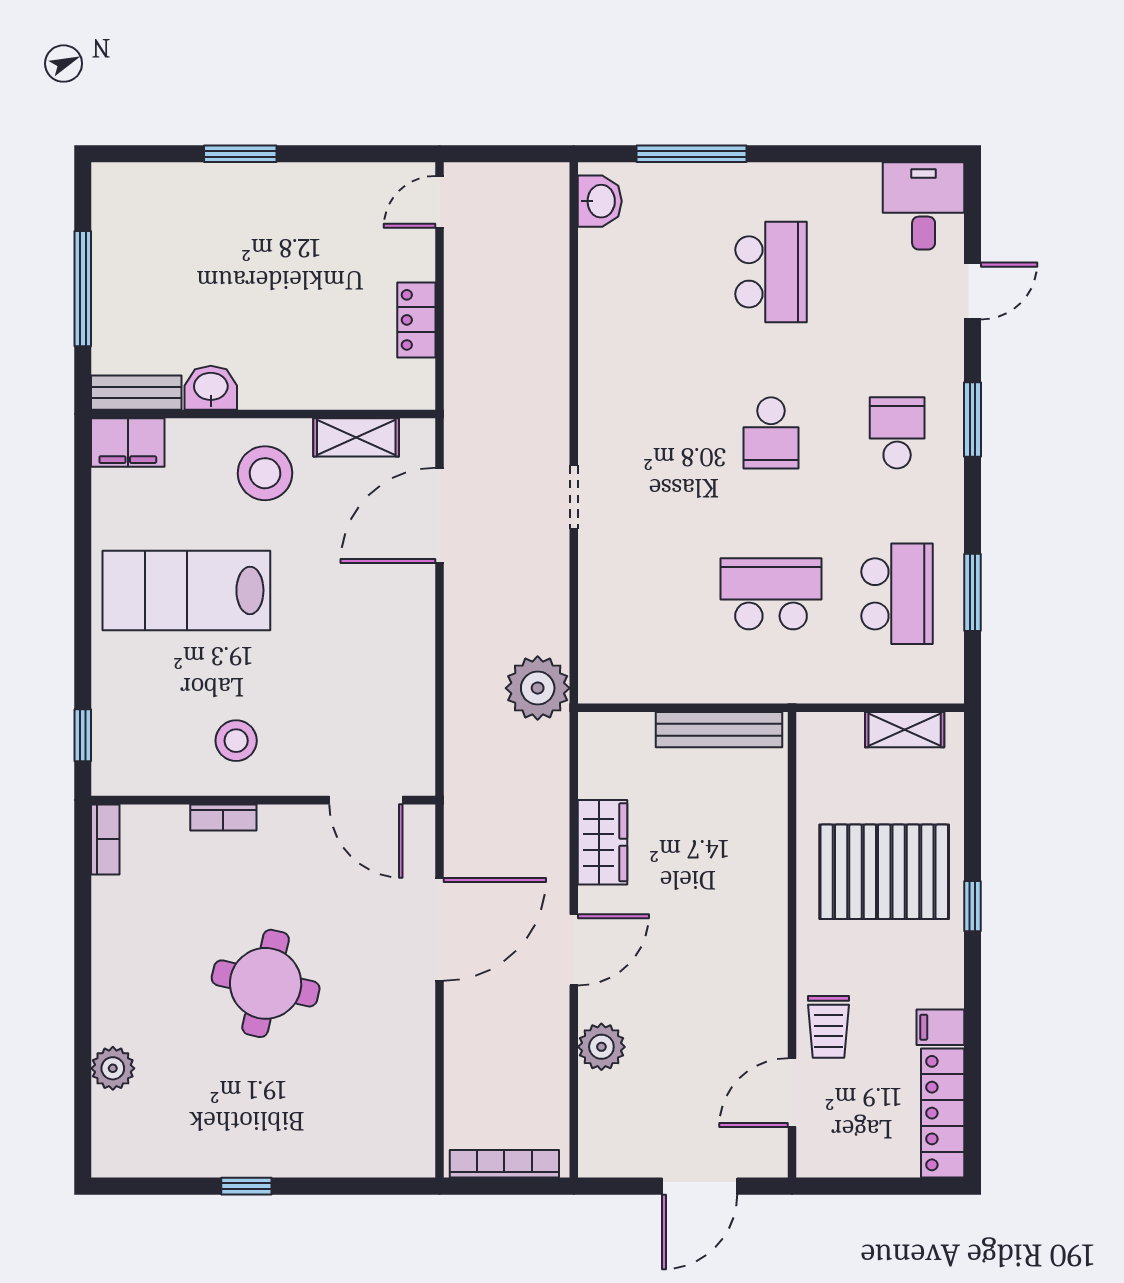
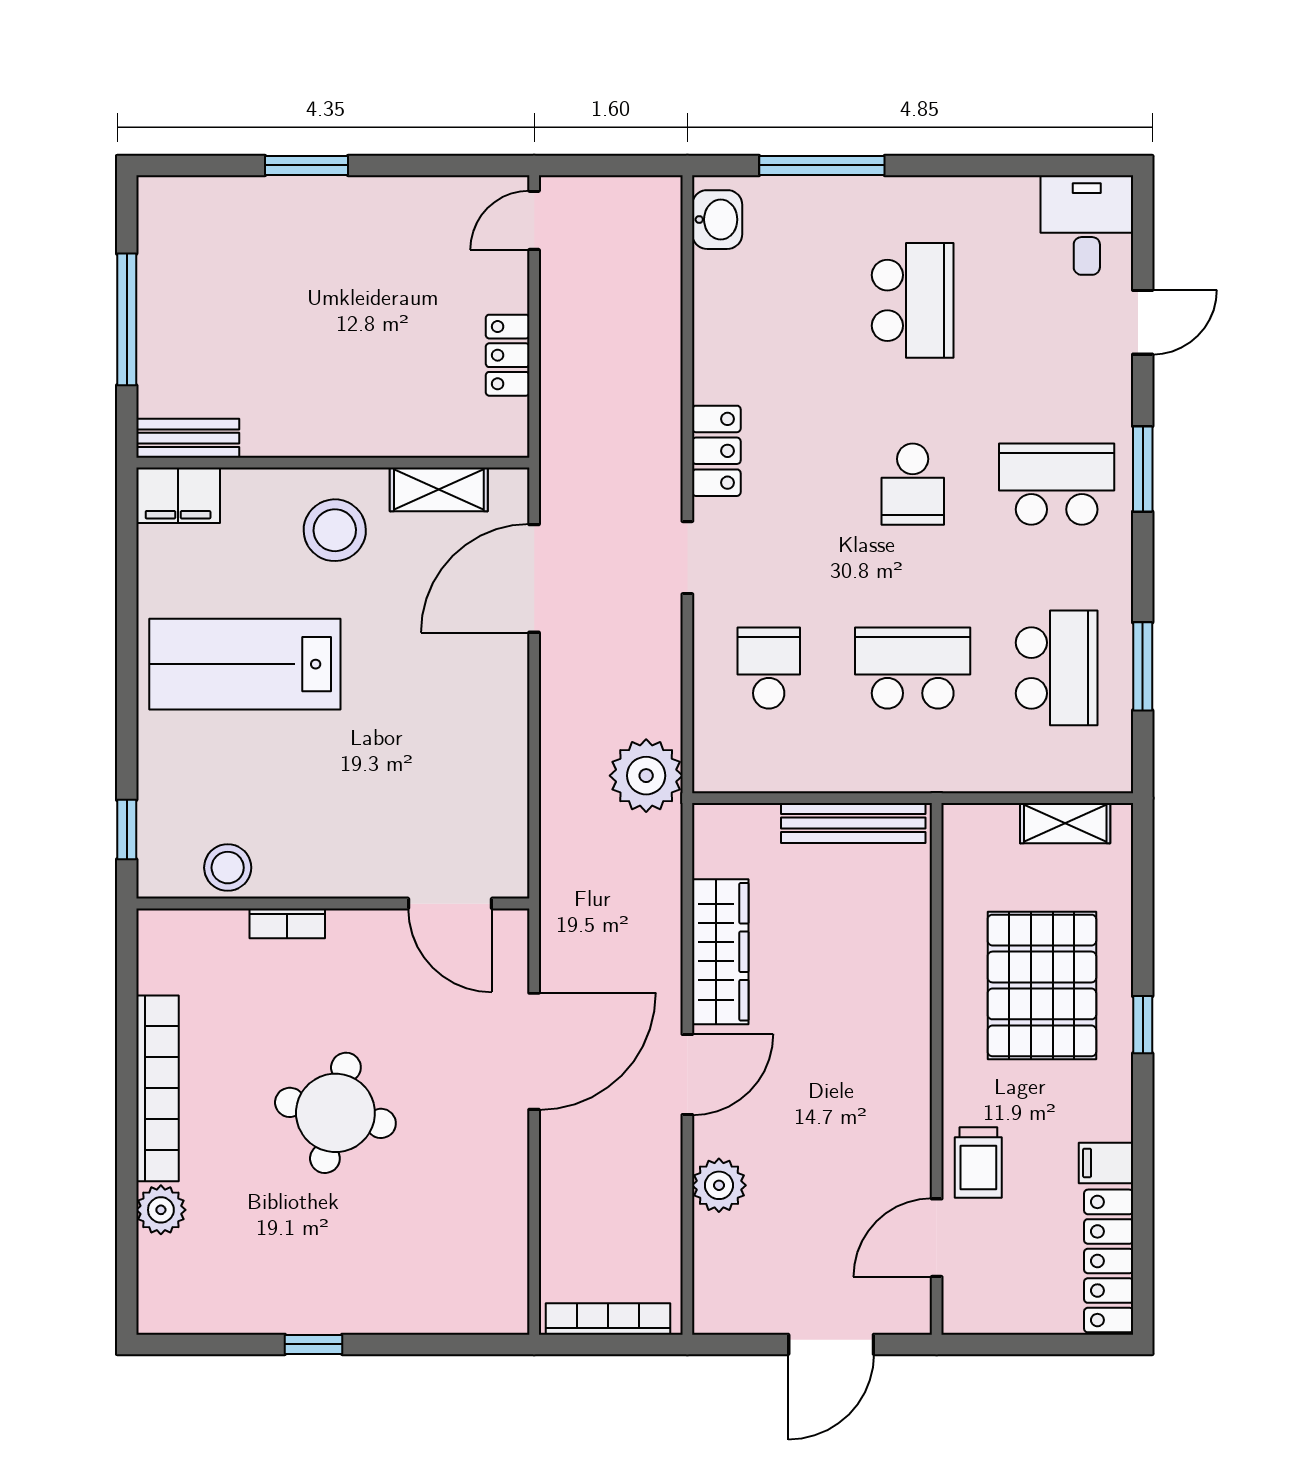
washbasin: (211, 388) -> (273, 433), removed
locker: (599, 404) -> (716, 451), added
school desk: (897, 433) -> (1057, 484), width x1.85
school desk: (645, 594) -> (769, 668), added
stool: (236, 741) -> (228, 868), moved
bookcase: (105, 839) -> (157, 1088), moved, width x2.31, depth x1.31
wardrobe: (603, 842) -> (720, 952), width x1.50
pallet: (884, 872) -> (1042, 985), turned 90

